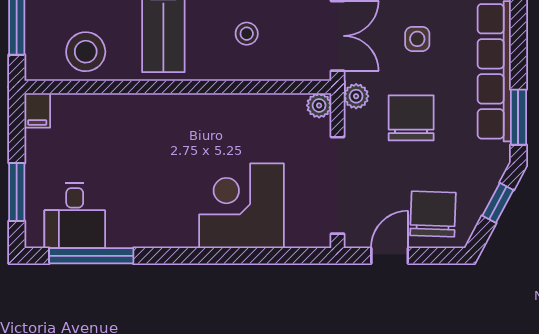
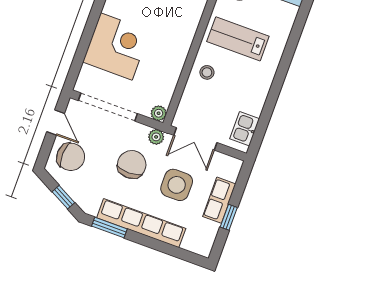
stool: (247, 34) -> (207, 72), moved
side table: (417, 39) -> (177, 185), width x1.87, depth x1.87
chair: (411, 118) -> (132, 165), turned -90

